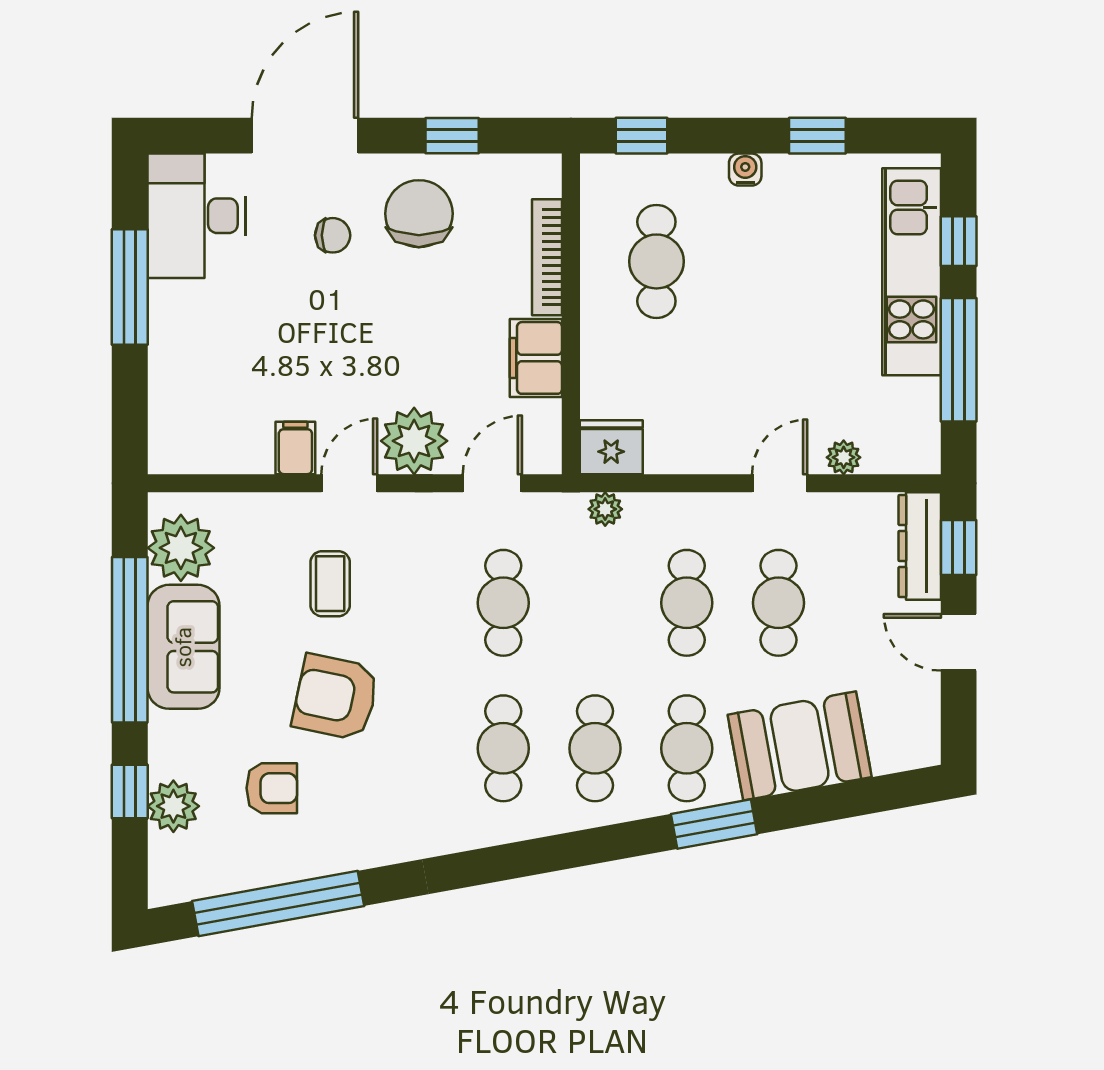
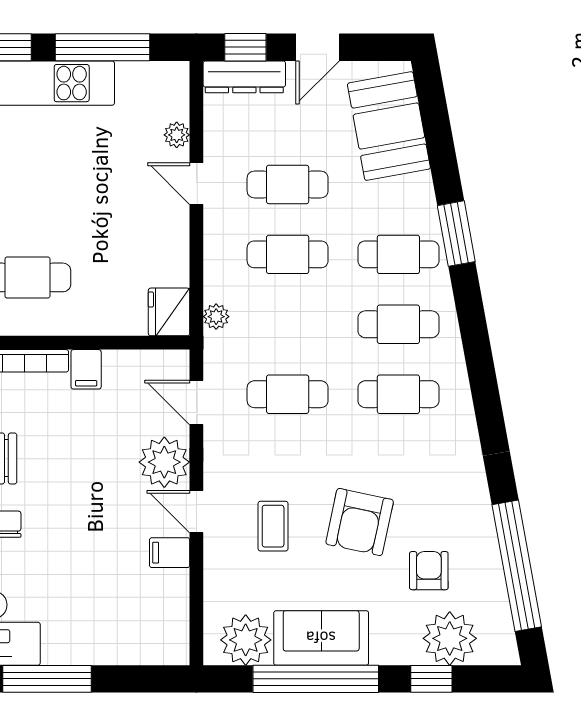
filing cabinet: (536, 358) -> (86, 369), width x0.50
coffee table: (330, 584) -> (273, 526), turned 90
booth: (800, 746) -> (389, 126), moved
plant: (173, 806) -> (450, 638), width x1.36, depth x1.36

